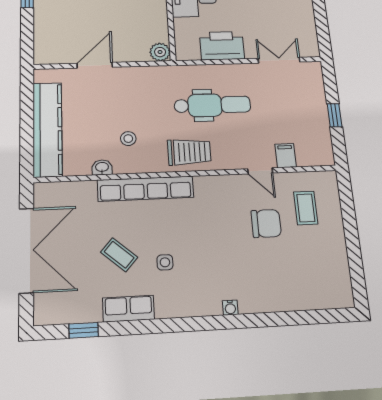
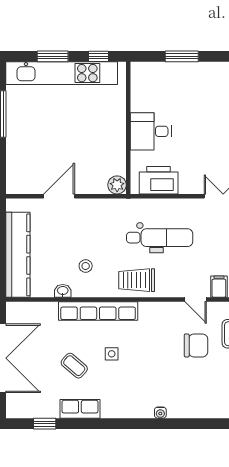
printer: (222, 46) -> (159, 180), moved
trolley: (189, 152) -> (137, 280), turned 180
side table: (165, 262) -> (112, 354), moved

